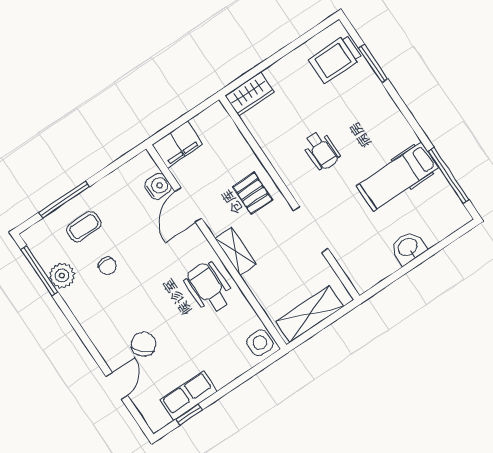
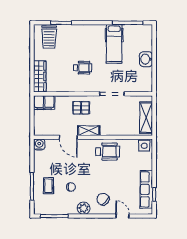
wardrobe: (250, 94) -> (40, 76), width x1.50
filing cabinet: (177, 145) -> (44, 103), moved, turned 90
water cooler: (158, 186) -> (39, 144), moved
shelving: (236, 251) -> (89, 131), moved
plant: (62, 276) -> (84, 208), moved
wheelchair: (209, 288) -> (108, 152), turned 180
chair: (143, 344) -> (103, 199), moved
row of seats: (189, 396) -> (146, 189), width x1.48

